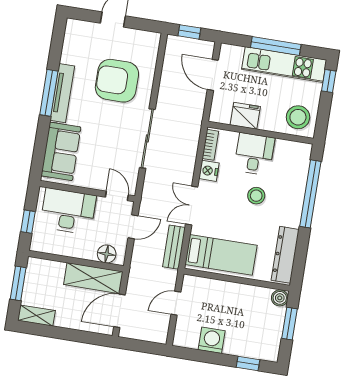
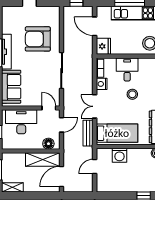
fridge: (245, 116) -> (103, 46), moved, turned 90
washing machine: (212, 340) -> (119, 155), moved, turned 180

